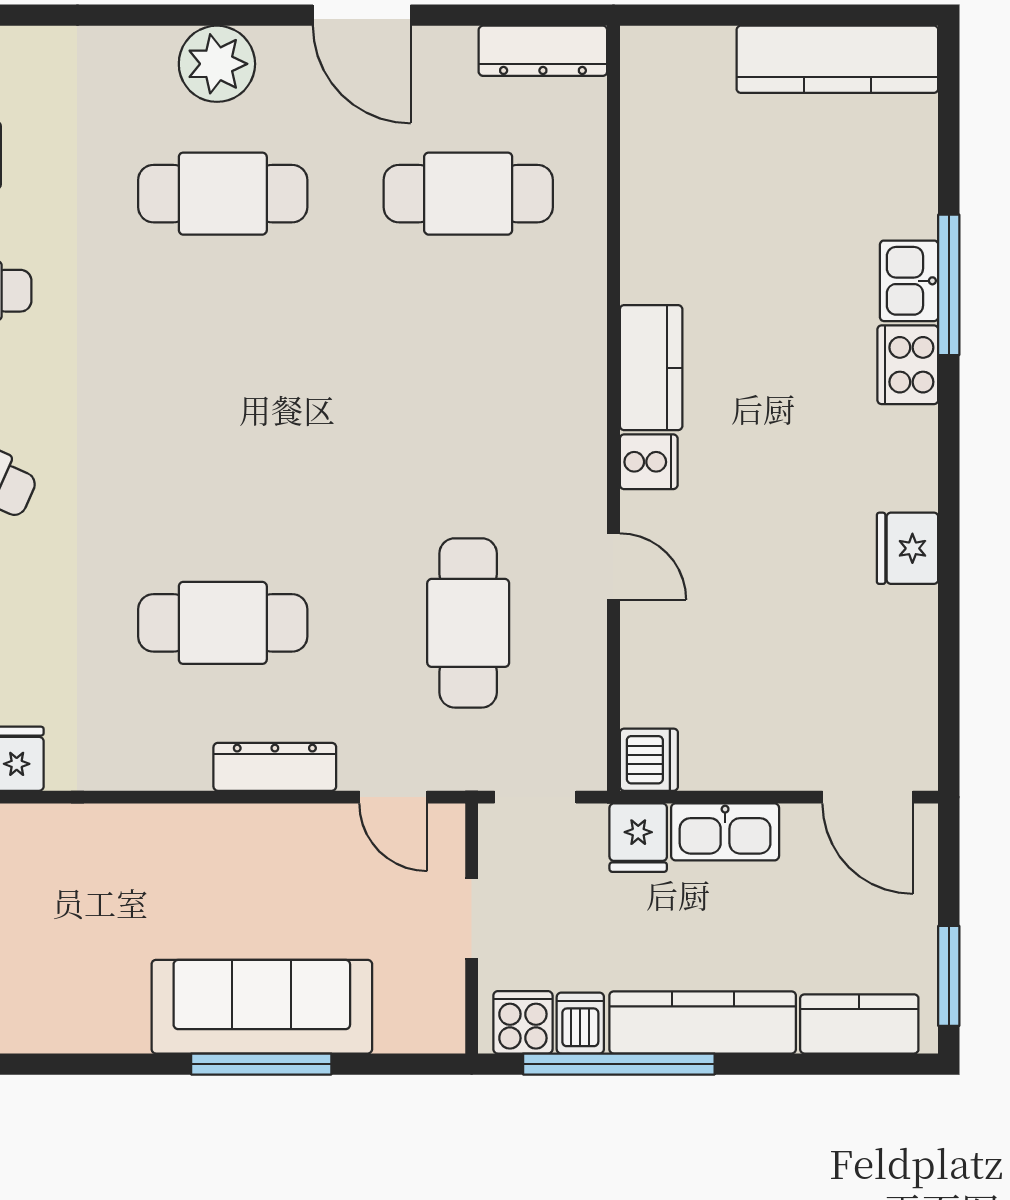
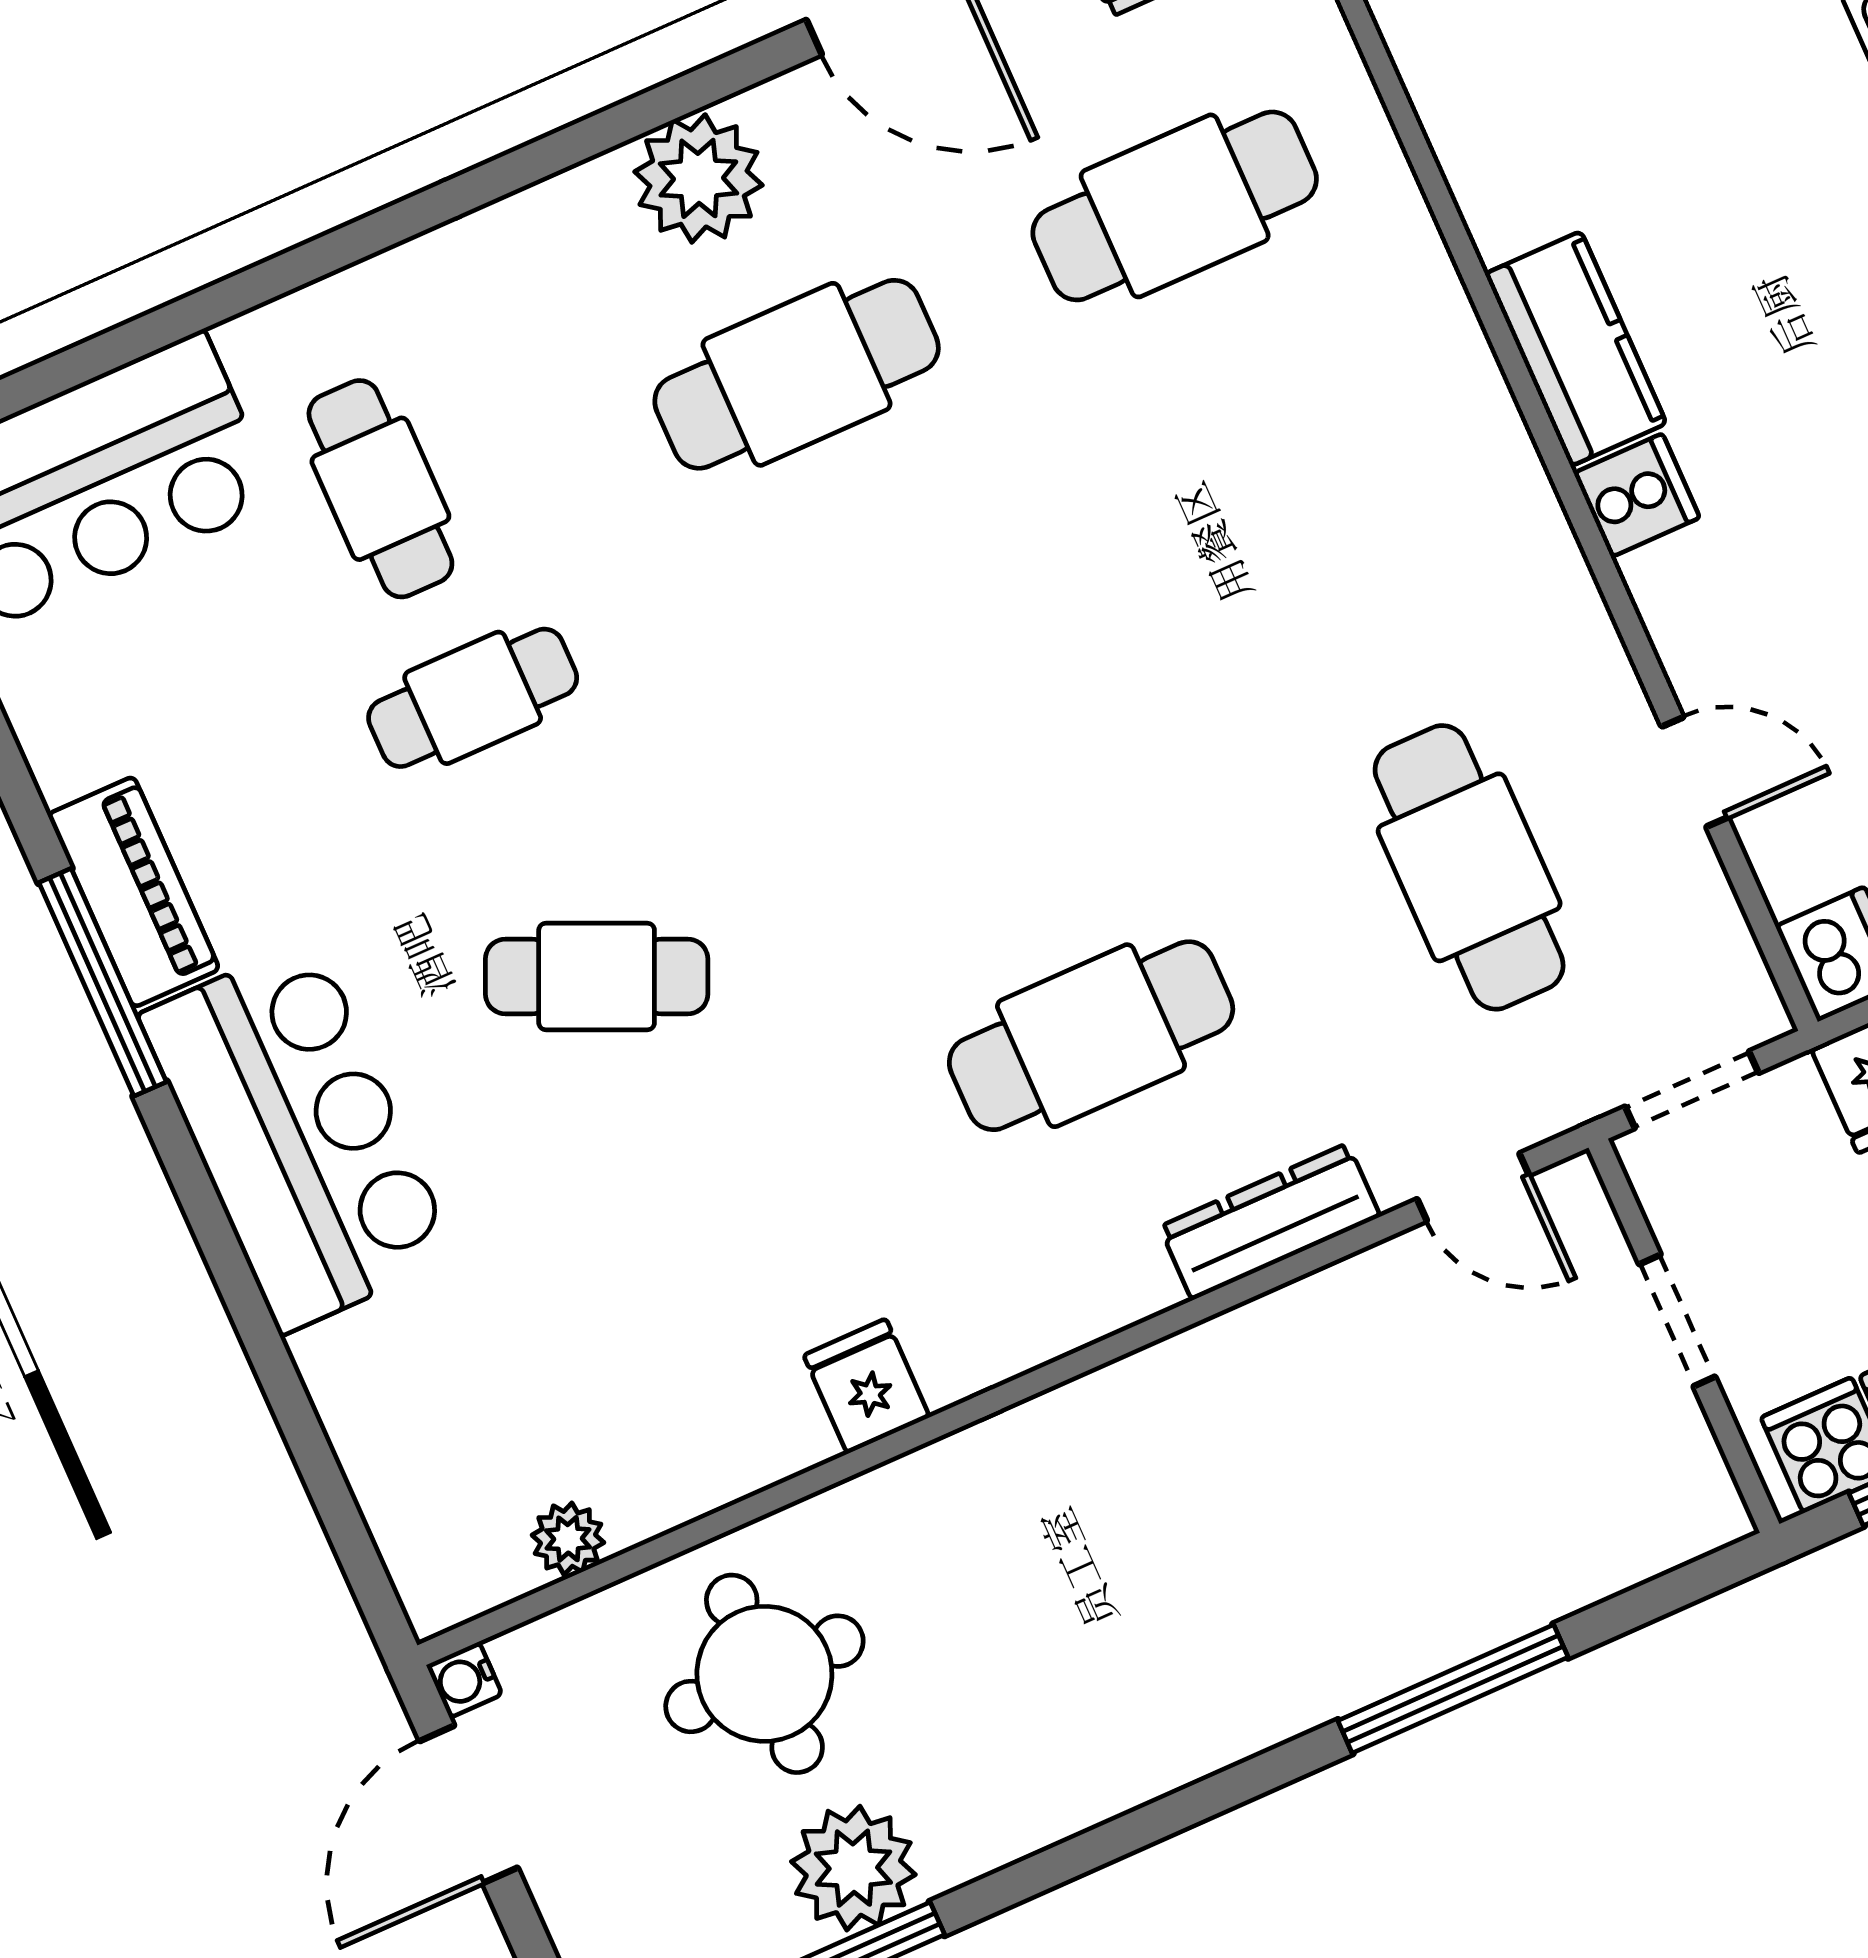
door: (613, 567) -> (1695, 772), moved
sofa: (262, 1007) -> (1414, 1600), removed

